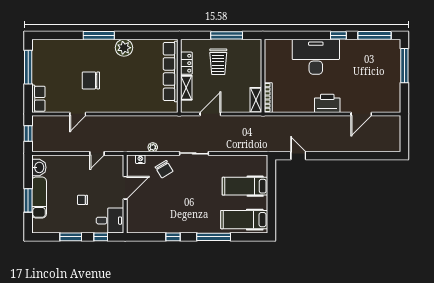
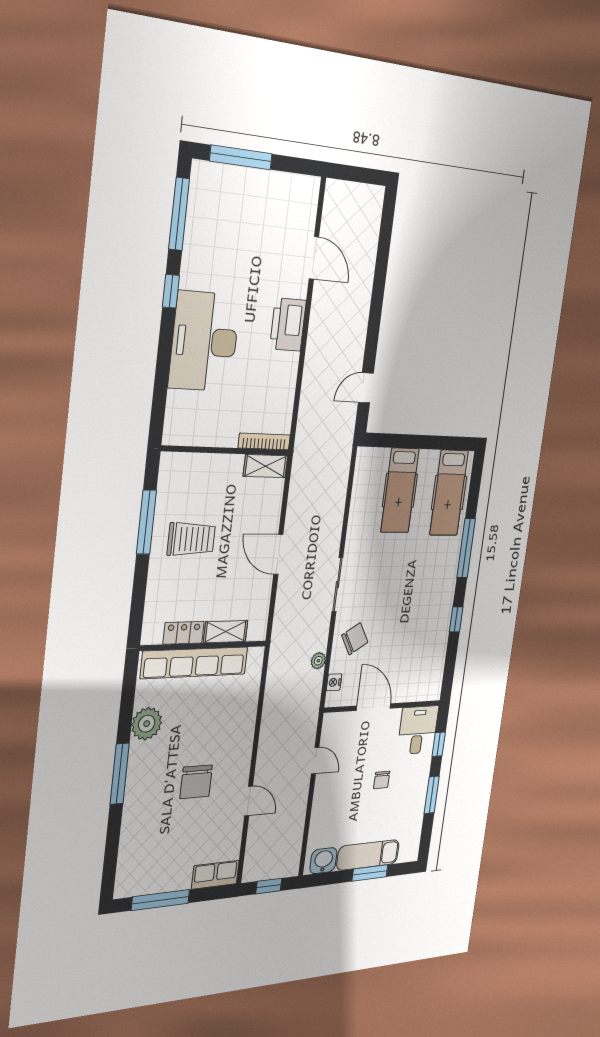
locker: (186, 63) -> (184, 633), moved
row of seats: (171, 72) -> (195, 663), moved
wall: (179, 76) -> (204, 646), moved
shelving: (186, 88) -> (226, 632), moved

